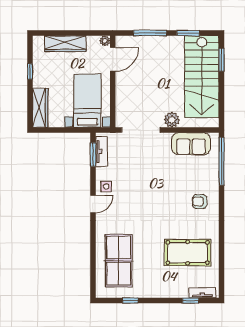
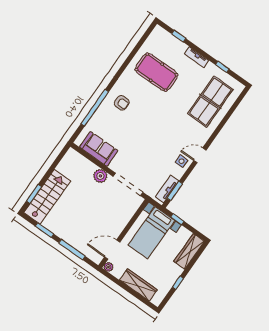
stairs: (202, 77) -> (47, 197), width x0.73, depth x0.66
window: (72, 130) -> (177, 219), added
window: (222, 161) -> (95, 108), moved
tv unit: (202, 293) -> (196, 57), moved

